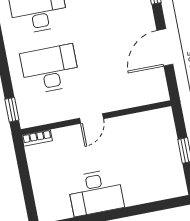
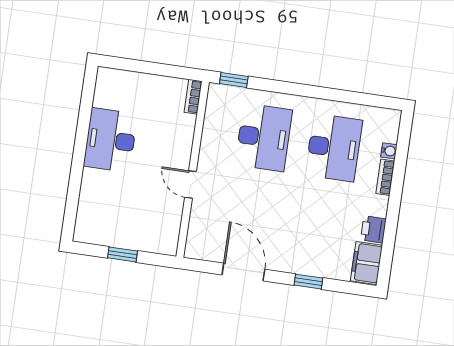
door: (92, 119) -> (190, 185), moved

